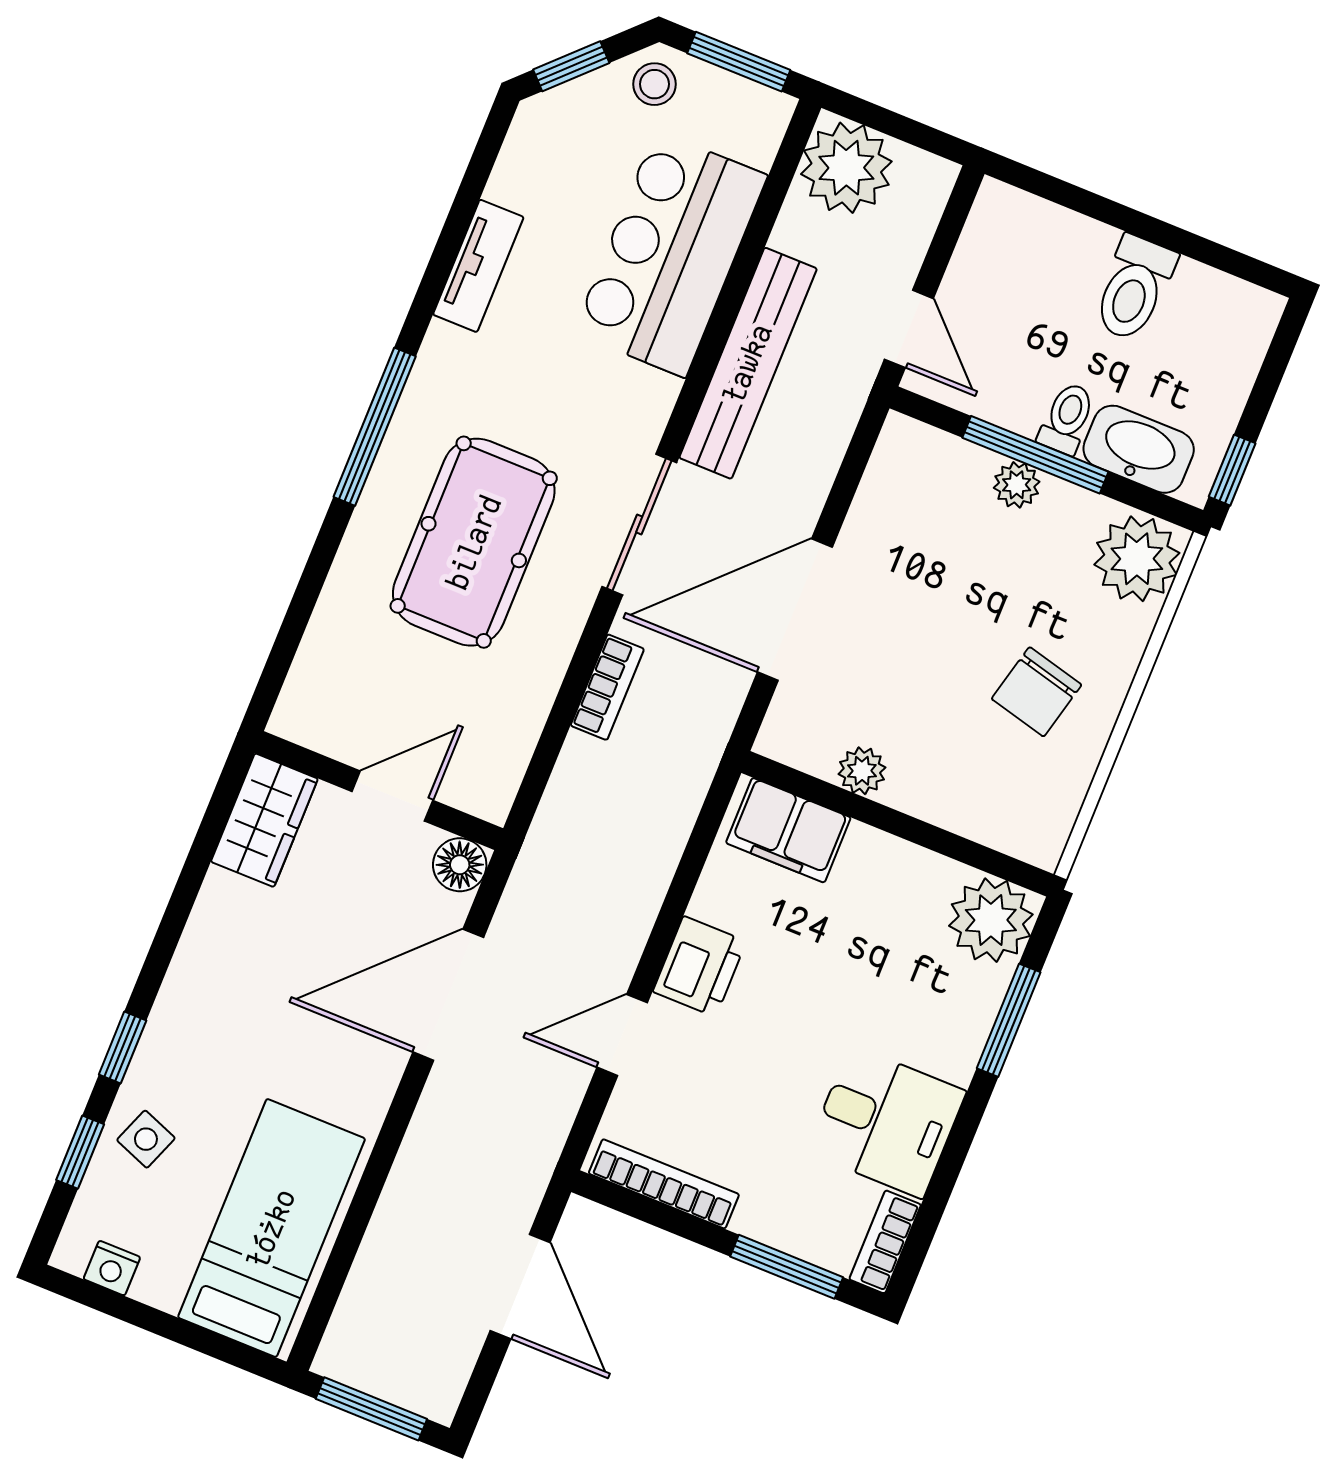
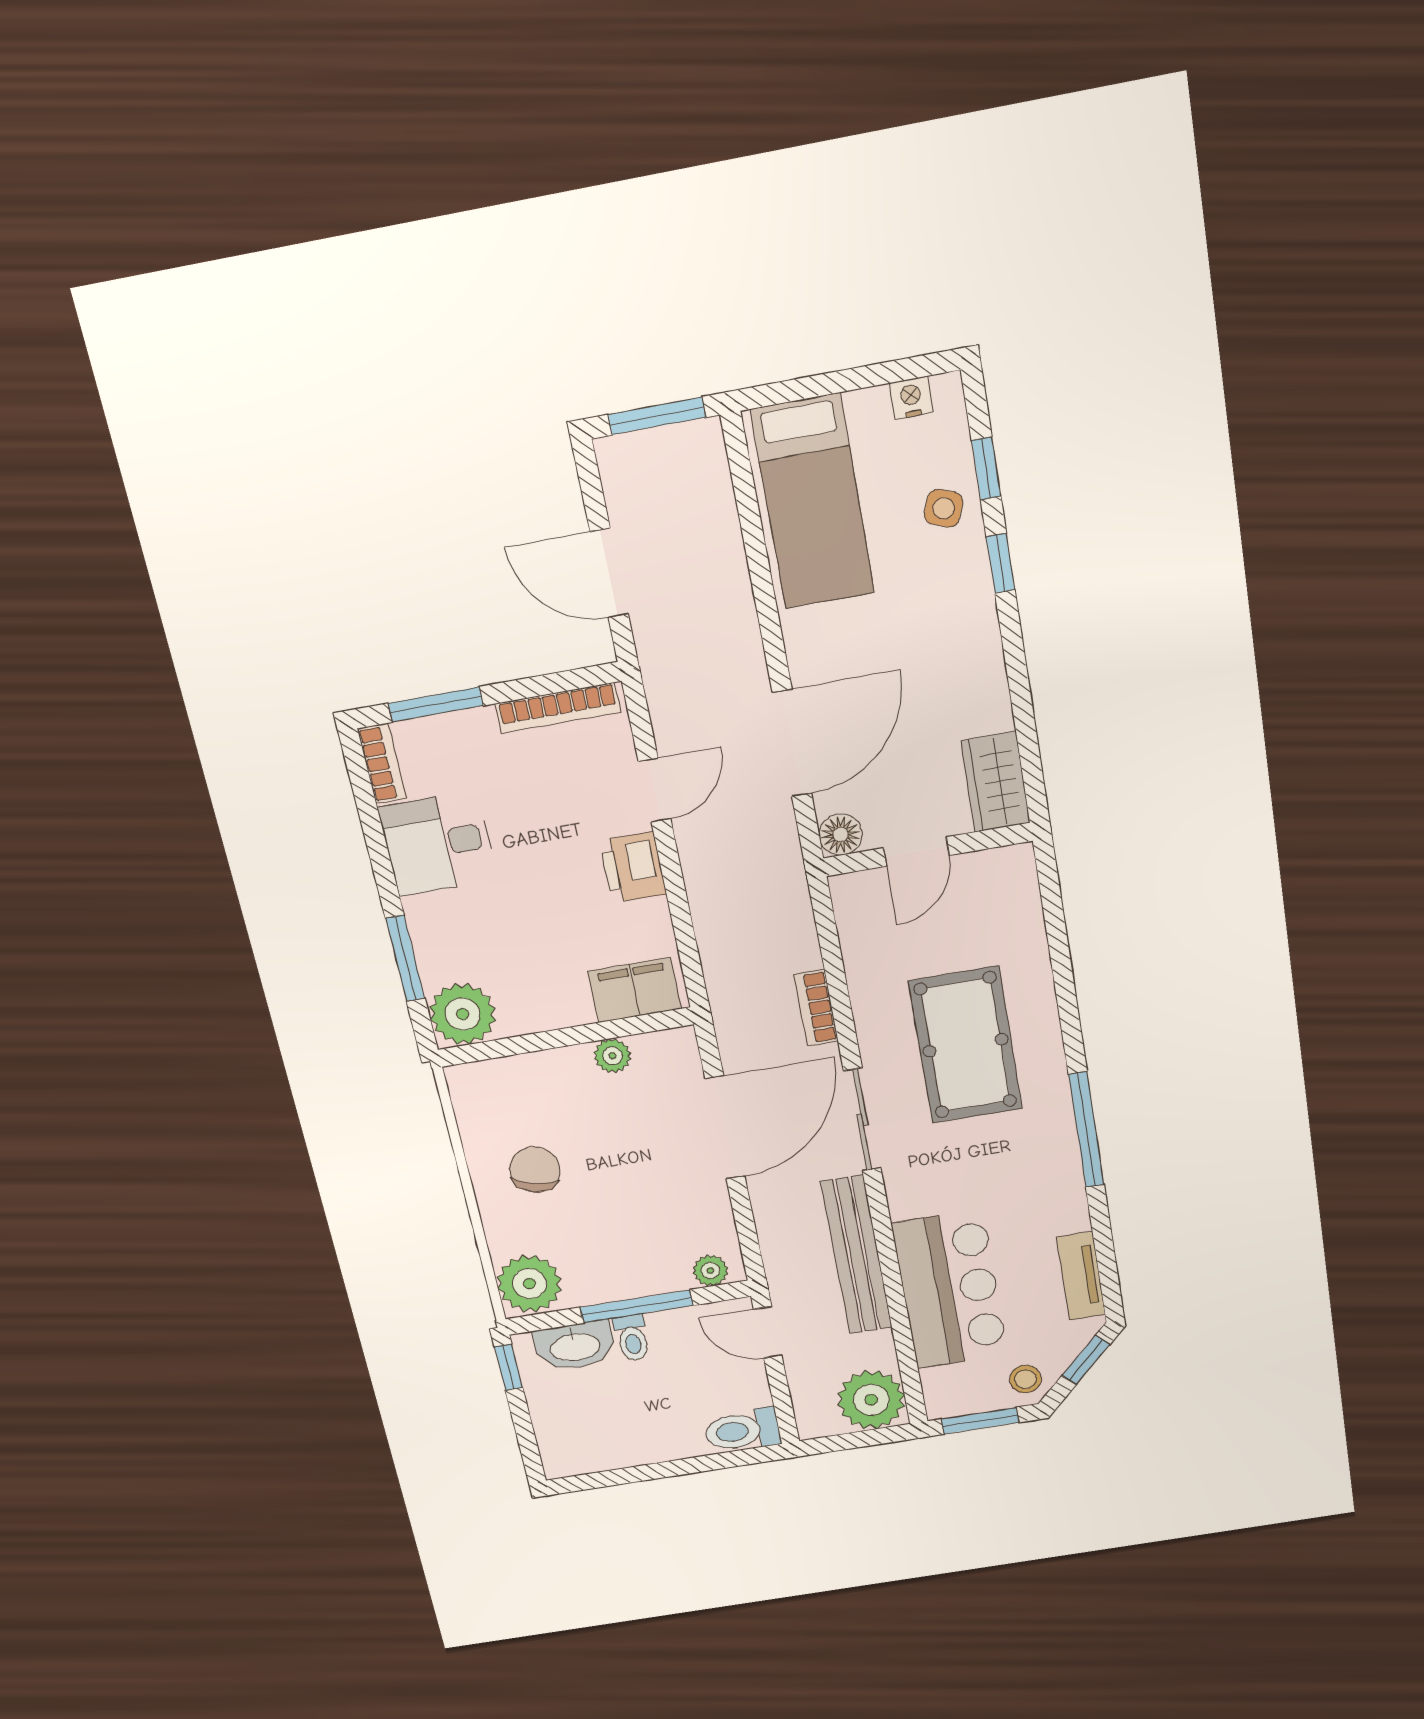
tv unit: (478, 266) -> (1081, 1276), moved
toilet: (1134, 288) -> (742, 1430), moved, turned -90
window: (375, 427) -> (1086, 1130), moved
plant: (1017, 485) -> (710, 1270), moved

